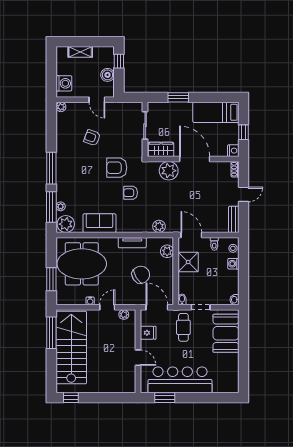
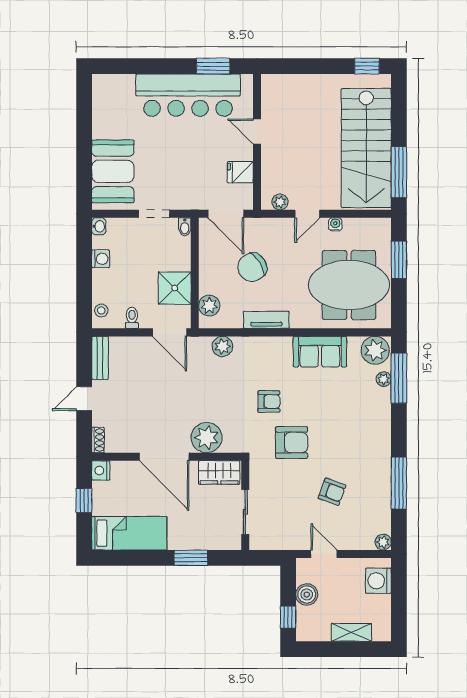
window: (51, 168) -> (399, 483), moved
washing machine: (233, 264) -> (101, 259), moved
cafe table: (183, 327) -> (182, 181), removed

